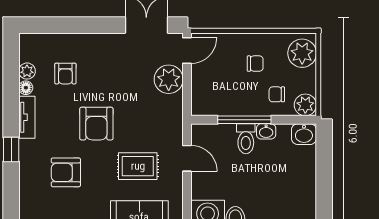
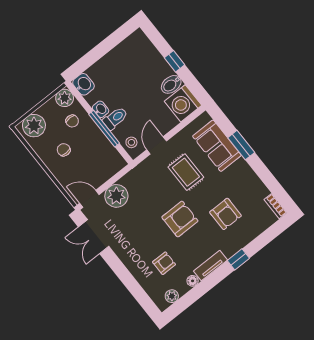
plant: (27, 71) -> (172, 296), moved
stool: (209, 136) -> (131, 142), added

